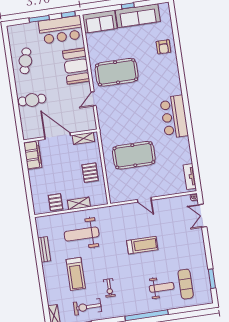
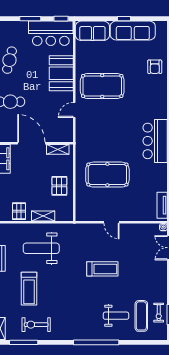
exercise bike: (109, 288) -> (159, 313), moved

